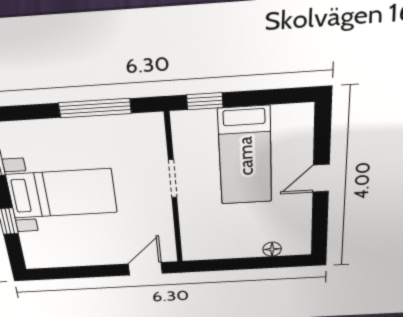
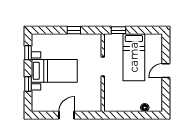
window: (95, 108) -> (74, 30), width x0.46
door: (145, 269) -> (67, 115), moved

